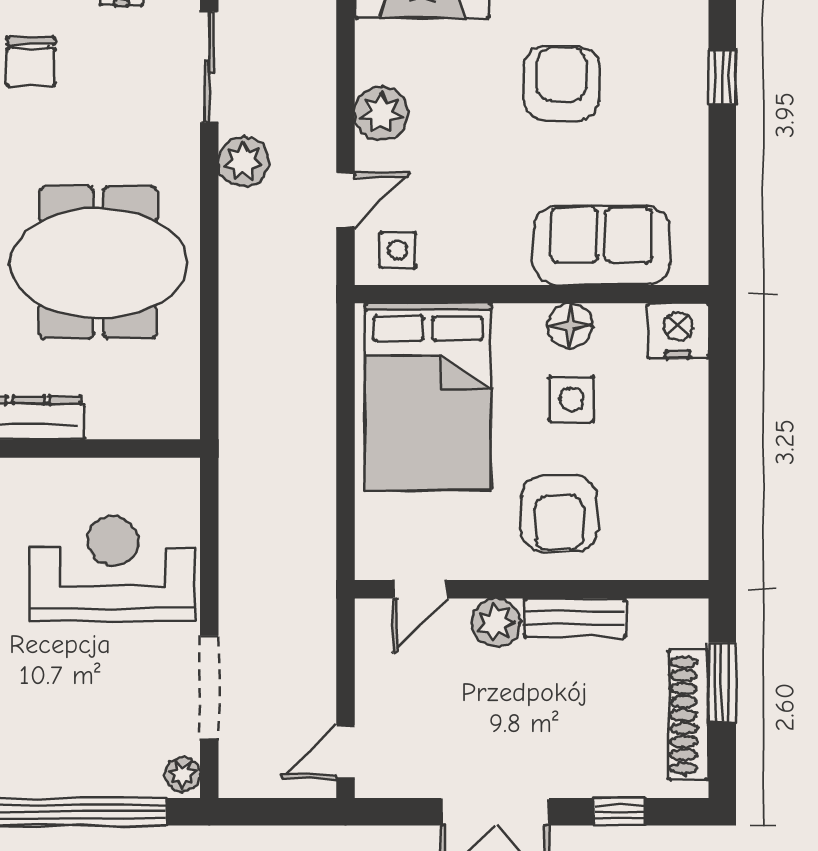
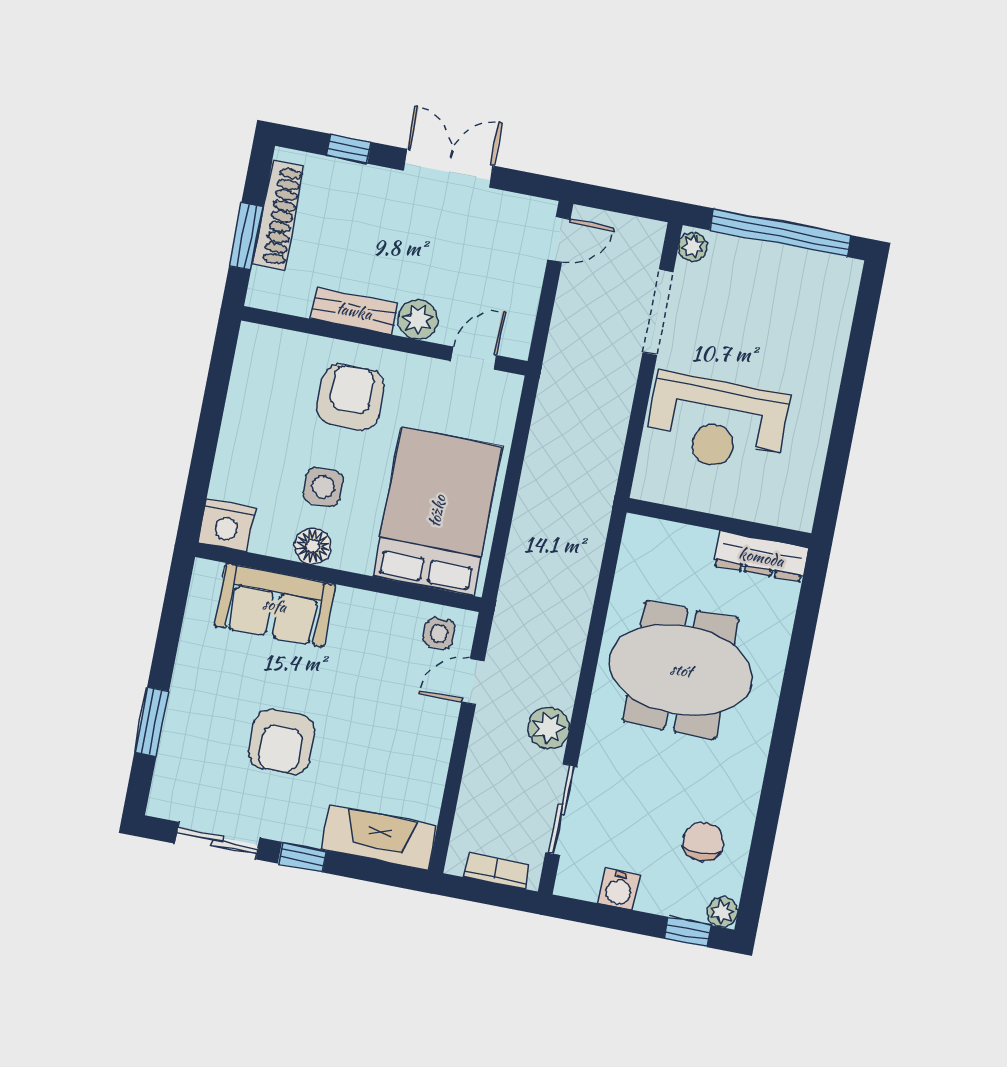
window: (722, 77) -> (152, 722), width x1.50
plant: (381, 113) -> (431, 746), removed

